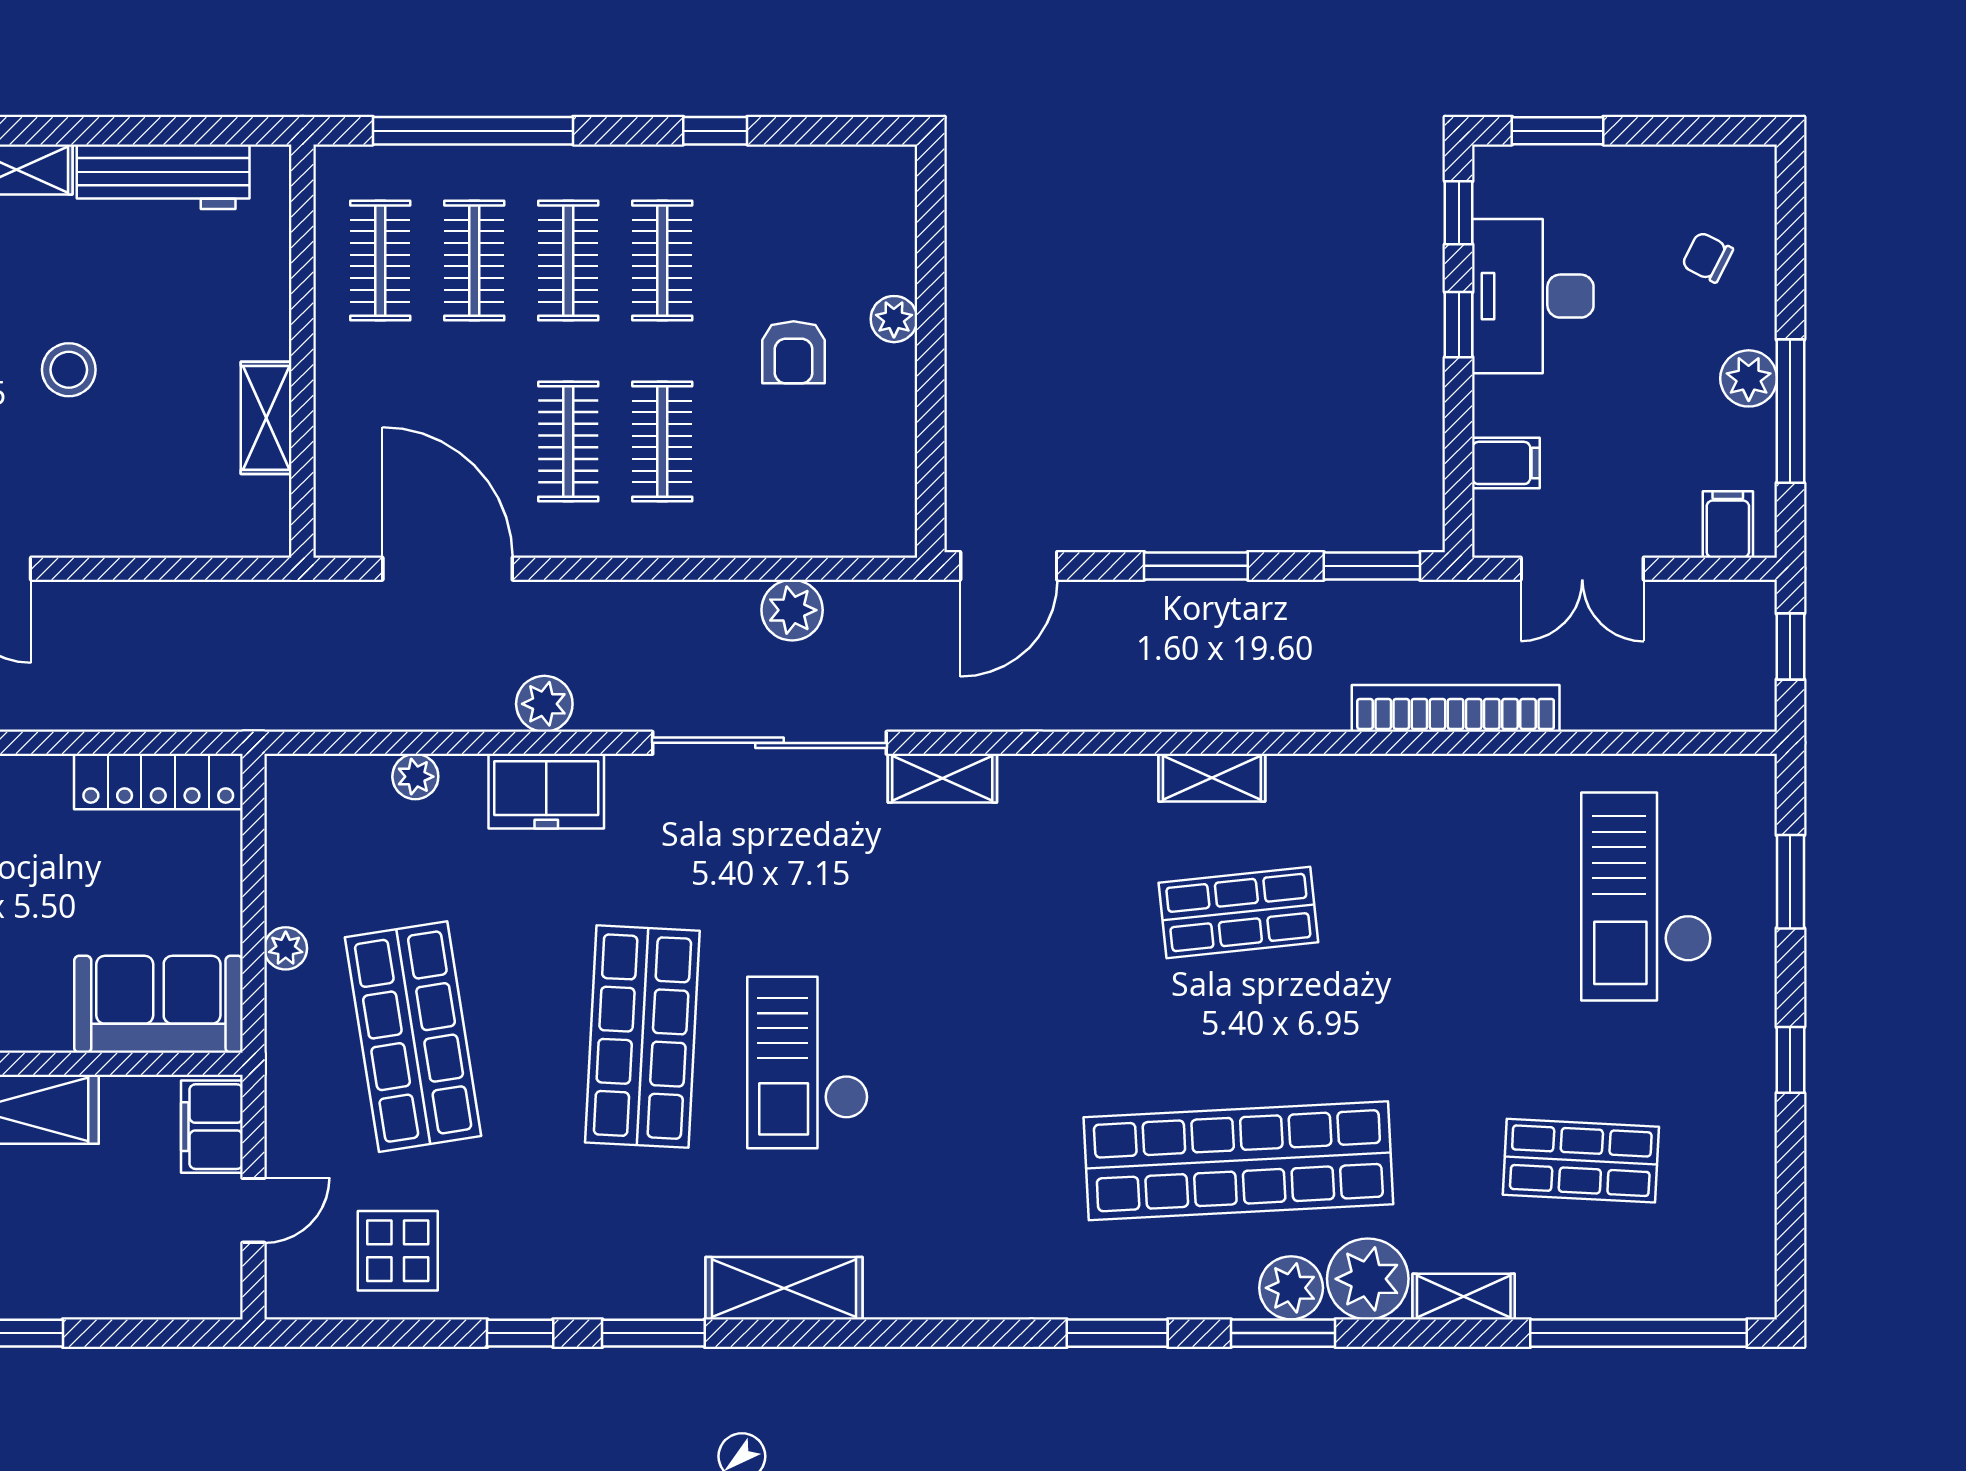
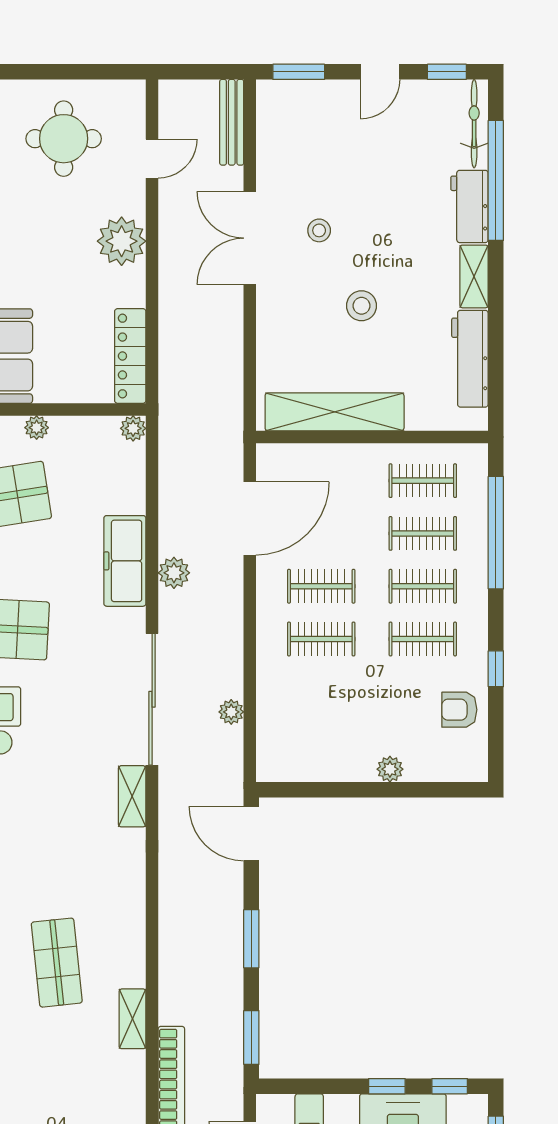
armchair: (794, 352) -> (459, 710), moved
shelving: (266, 418) -> (335, 412), width x2.20, depth x1.33
plant: (792, 610) -> (231, 712), width x0.73, depth x0.73
plant: (415, 777) -> (133, 428), moved
shelving: (1212, 778) -> (132, 1019), moved
freezer: (546, 791) -> (125, 561), width x1.40

